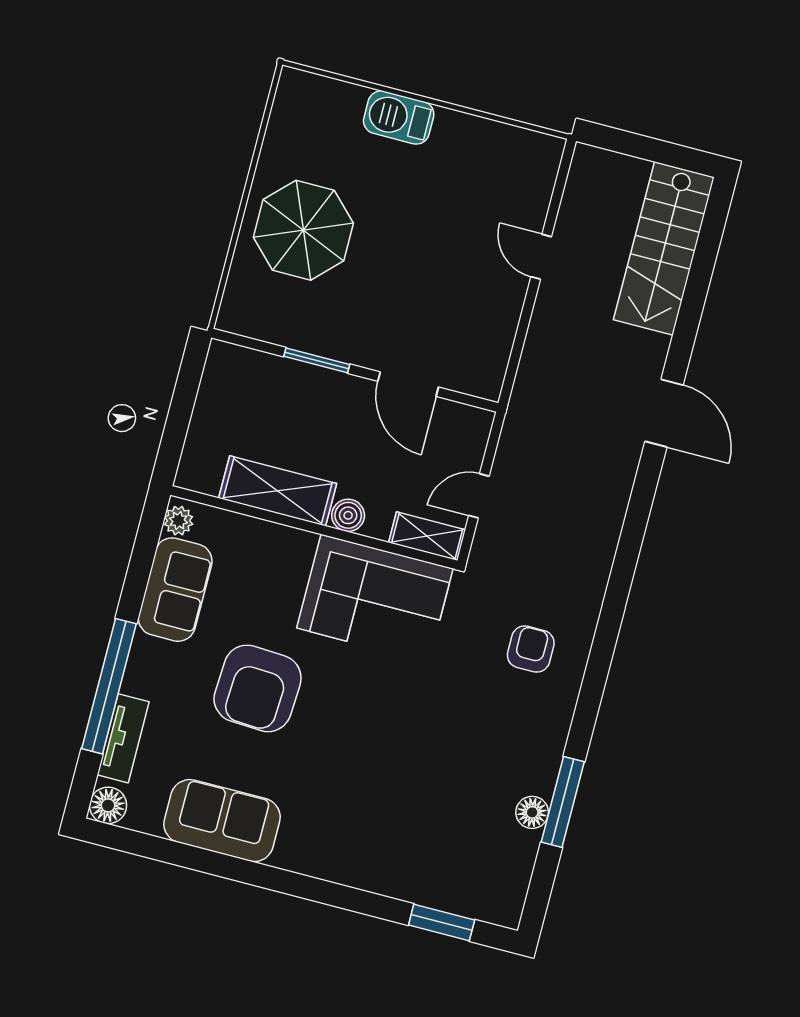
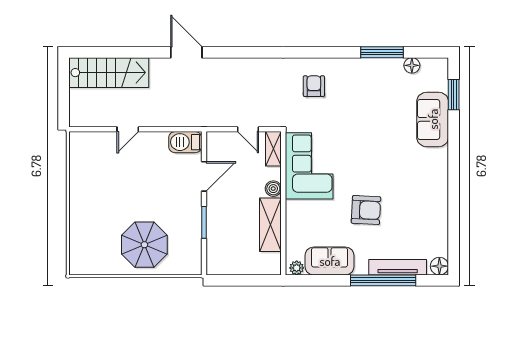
barbecue: (399, 117) -> (185, 142), moved, turned 90
door: (664, 413) -> (186, 52), hinge flipped
armchair: (531, 649) -> (314, 86), turned 90
armchair: (258, 688) -> (366, 210), width x0.73, depth x0.73
tv unit: (123, 738) -> (398, 267), width x1.41
floor lamp: (532, 812) -> (412, 65), moved
sofa: (222, 821) -> (433, 119), moved

